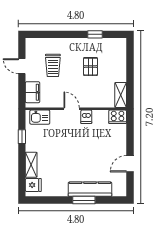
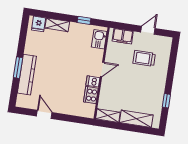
shelving: (119, 64) -> (136, 119), added
pallet: (90, 67) -> (138, 92), removed
cooker: (118, 117) -> (91, 95), moved

